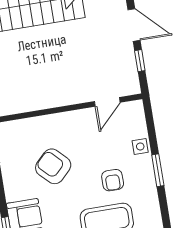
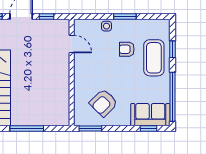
armchair: (53, 166) -> (104, 103), moved
armchair: (113, 180) -> (127, 49), turned 180

